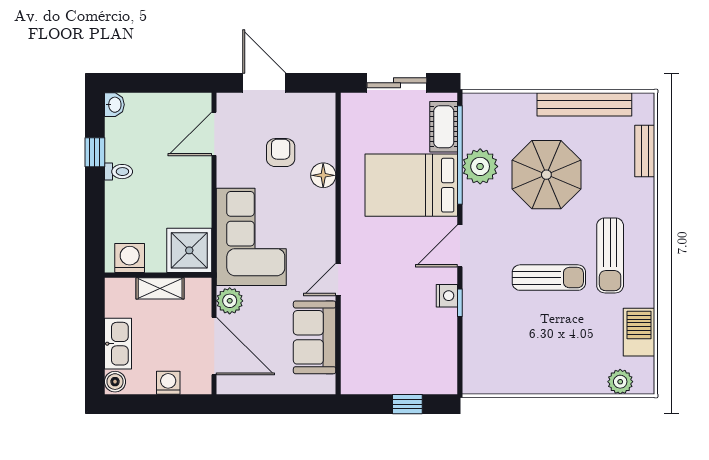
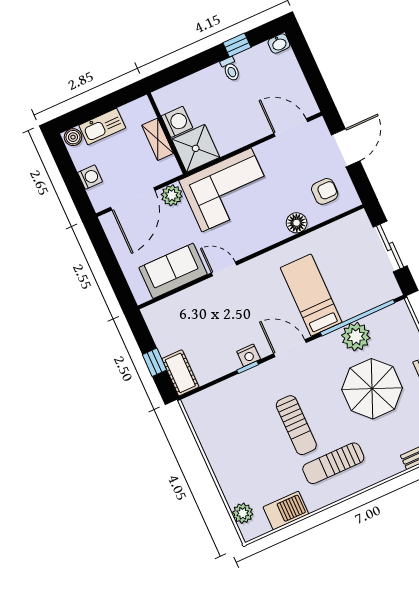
cot: (444, 127) -> (180, 373), moved, turned 90
armchair: (281, 153) -> (325, 191), moved
bed: (411, 185) -> (311, 295), width x0.67
washing machine: (130, 258) -> (177, 122), moved

